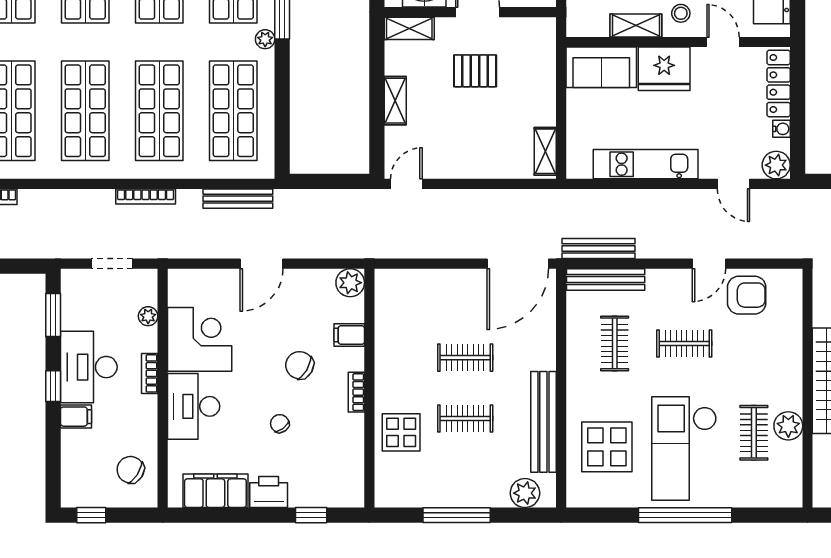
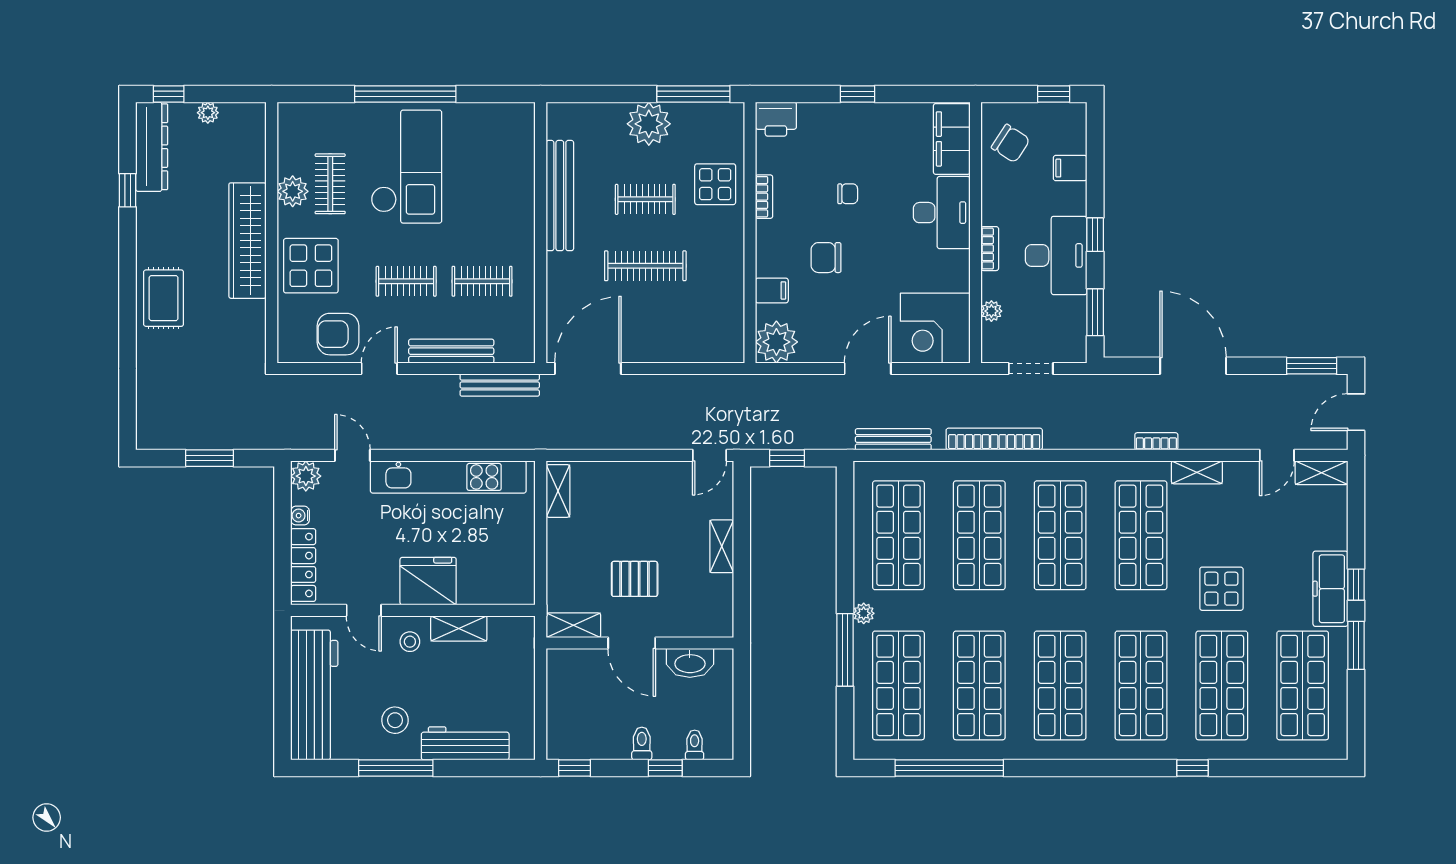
shelving: (409, 28) -> (573, 625), moved
sofa: (601, 67) -> (497, 583), removed
kitchen unit: (646, 164) -> (448, 477), width x1.36
window: (335, 181) -> (787, 458), added
bookcase: (146, 197) -> (994, 439), width x1.48, depth x1.31
bench: (606, 279) -> (451, 351), moved
plant: (350, 283) -> (776, 342), width x1.36, depth x1.36
corner desk: (200, 339) -> (935, 328), moved
clothes rail: (615, 343) -> (482, 281), turned 90
clothes rail: (465, 358) -> (645, 266), width x1.36
chair: (300, 365) -> (826, 258), turned 150
bookcase: (356, 392) -> (764, 197), moved
filing cabinet: (76, 417) -> (1070, 168), moved
chair: (280, 424) -> (848, 194), turned -54
display table: (607, 447) -> (311, 266), moved
filing cabinet: (215, 491) -> (952, 139), moved, turned 90
printer: (269, 492) -> (776, 119), moved
plant: (525, 493) -> (649, 124), moved, width x1.36, depth x1.36
window: (311, 515) -> (858, 94), moved
window: (457, 515) -> (693, 94), moved

